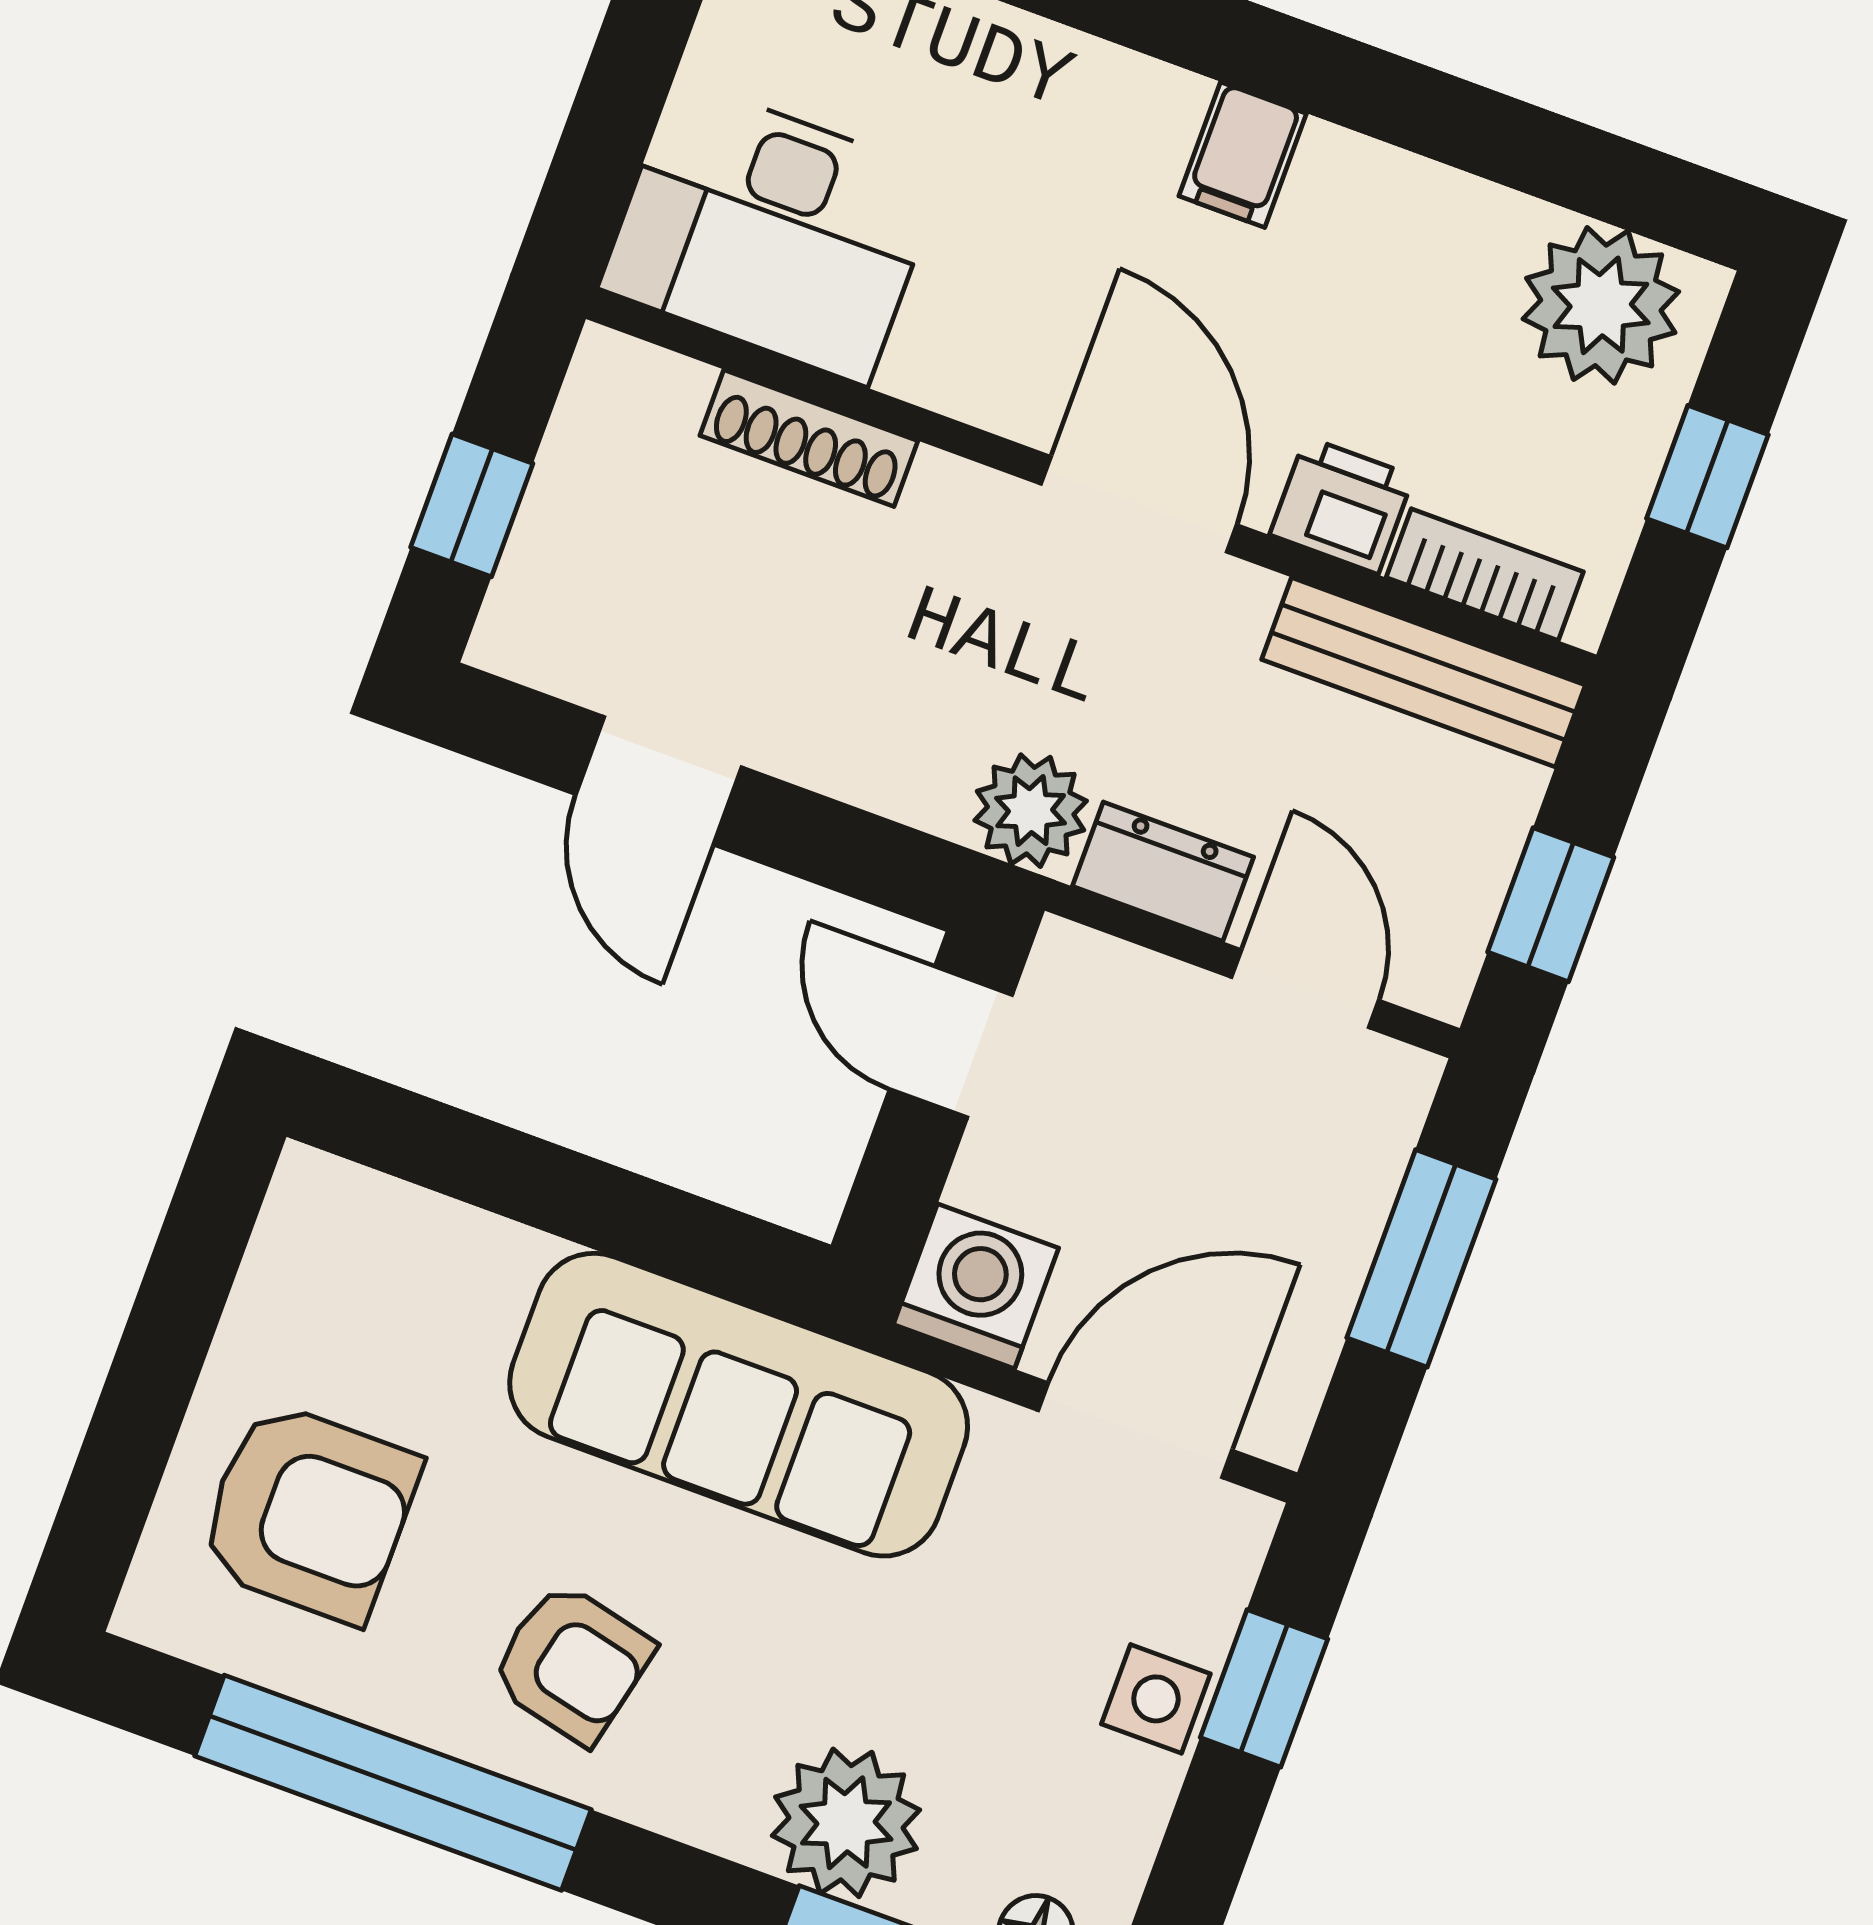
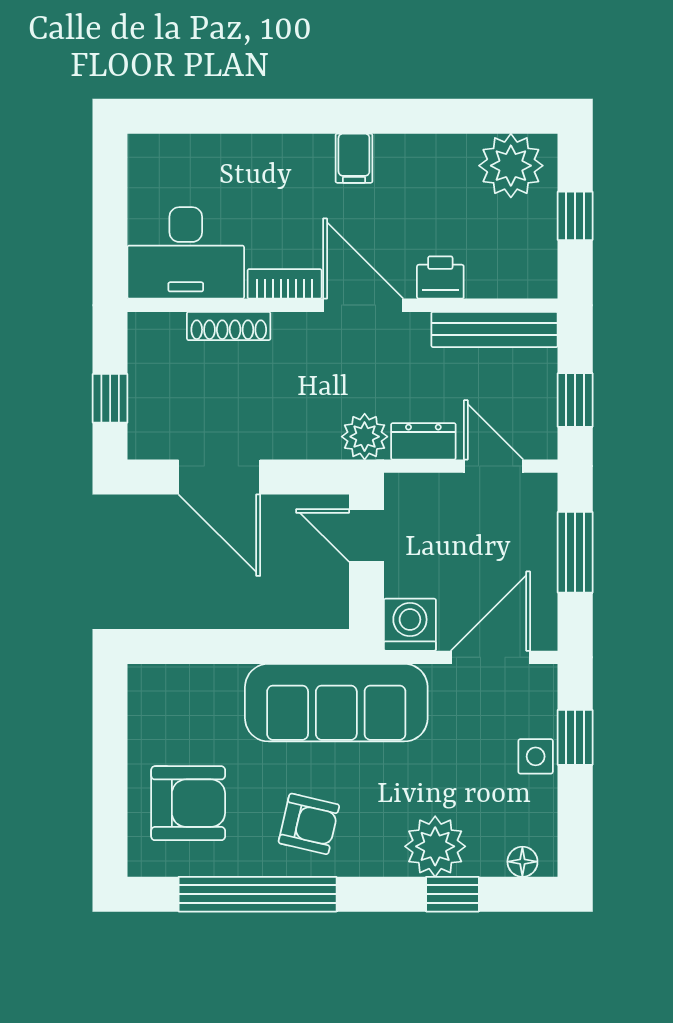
bookcase: (1485, 575) -> (285, 284), moved
door: (659, 781) -> (219, 477), width x1.38

